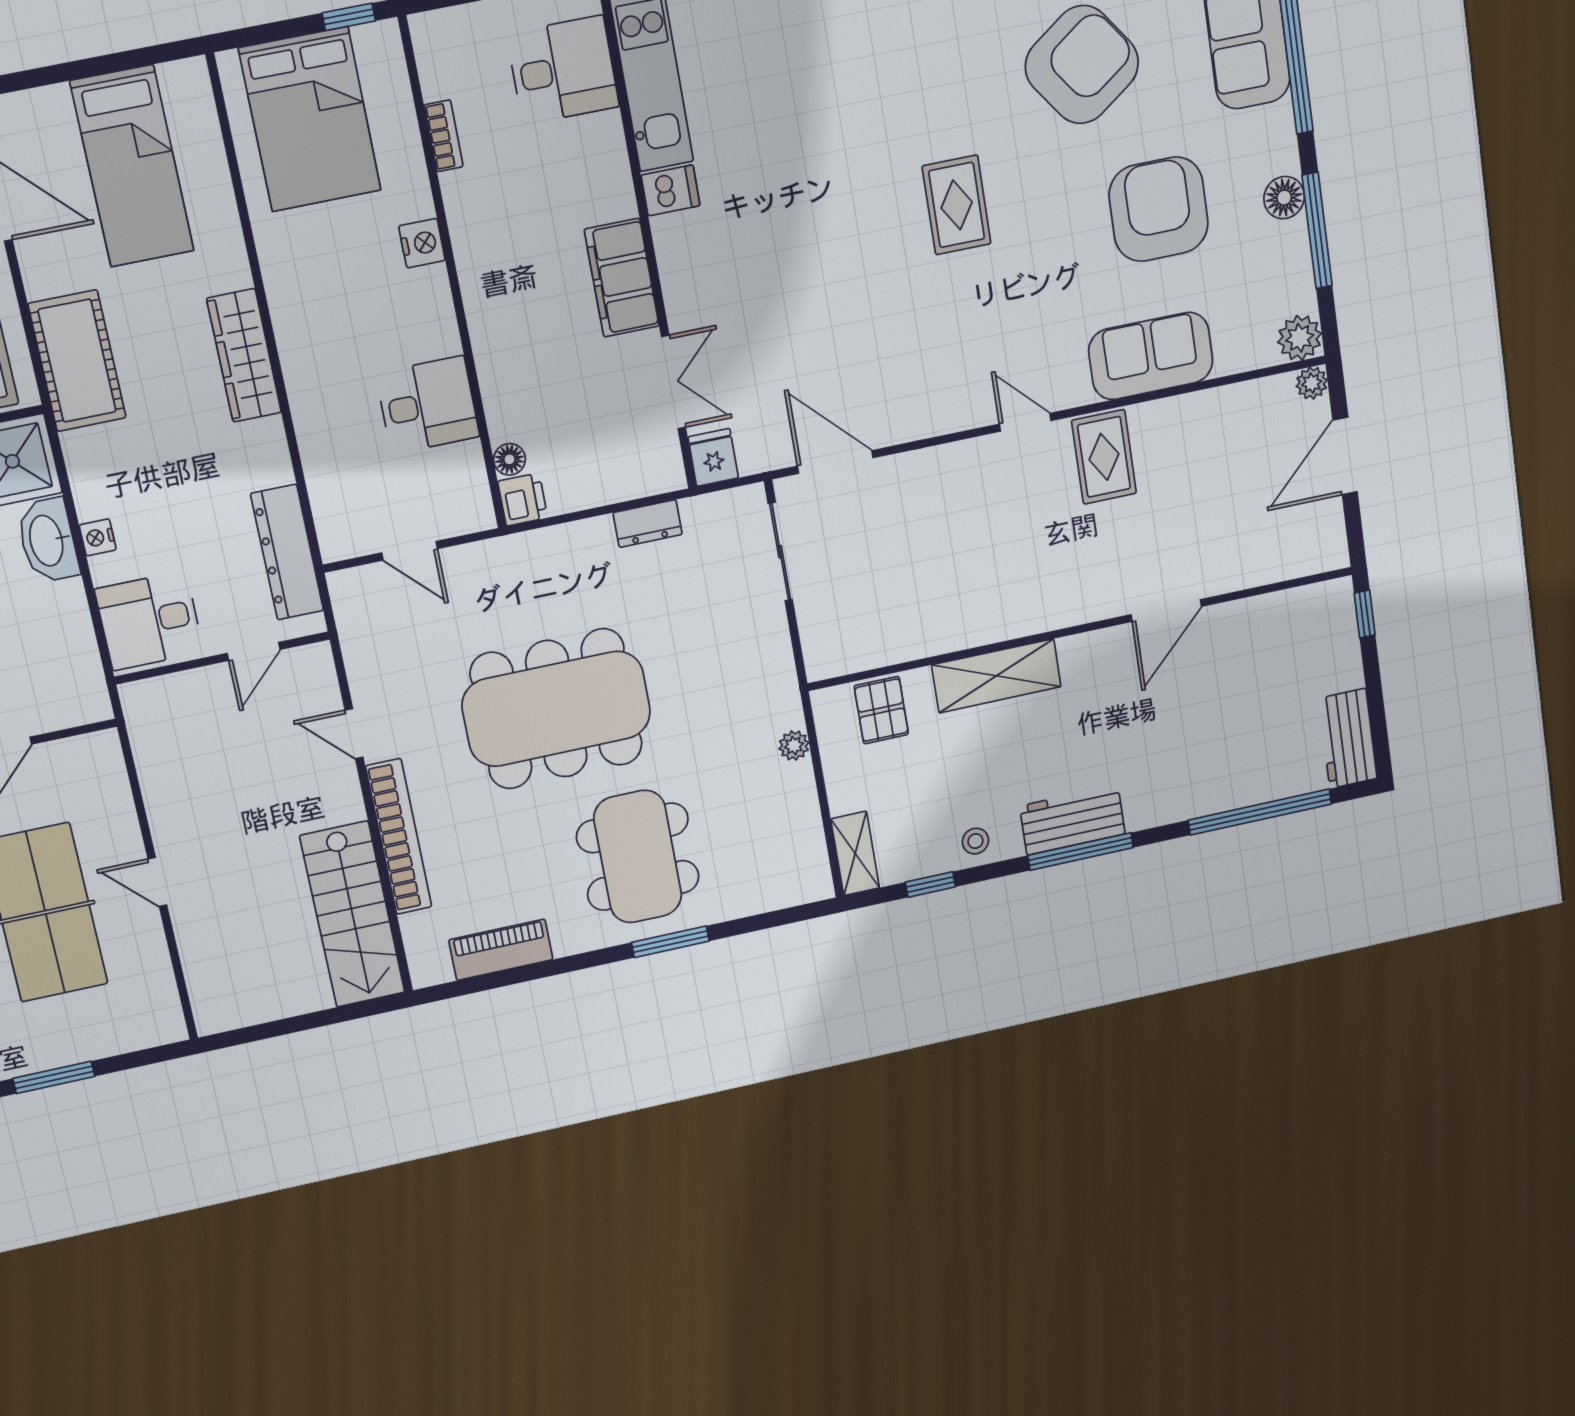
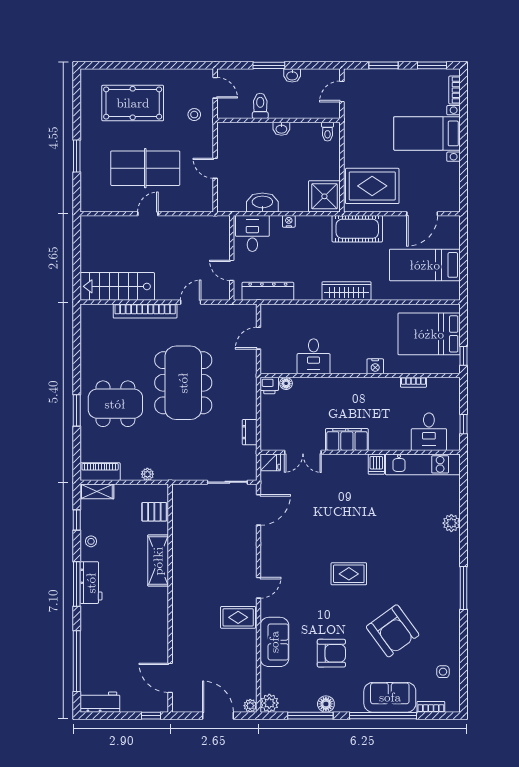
armchair: (1159, 209) -> (331, 653), width x0.73, depth x0.73
washbasin: (48, 540) -> (262, 202), moved
door: (1166, 611) -> (170, 678), moved
piano: (501, 950) -> (100, 472), moved, turned -90

